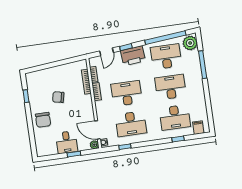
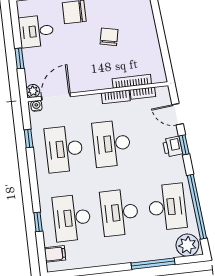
printer: (133, 56) -> (172, 147), width x0.53, depth x0.68
desk: (170, 87) -> (120, 212), turned 180
desk: (127, 93) -> (112, 144), turned 180
desk: (67, 142) -> (36, 31), moved

